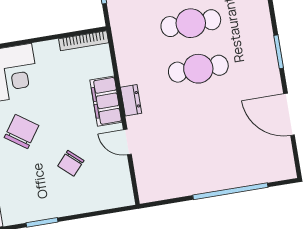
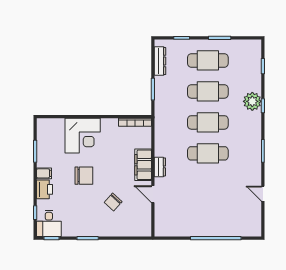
door: (289, 114) -> (263, 194), width x0.53
chair: (21, 131) -> (84, 176), turned 55

